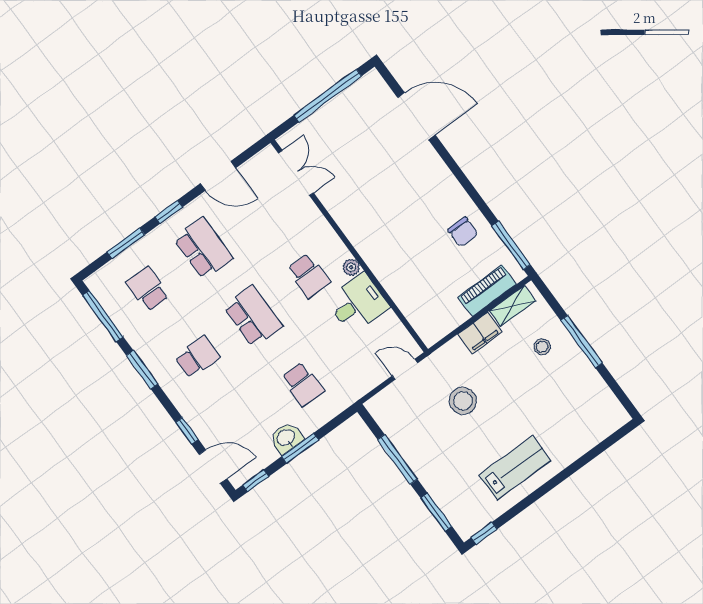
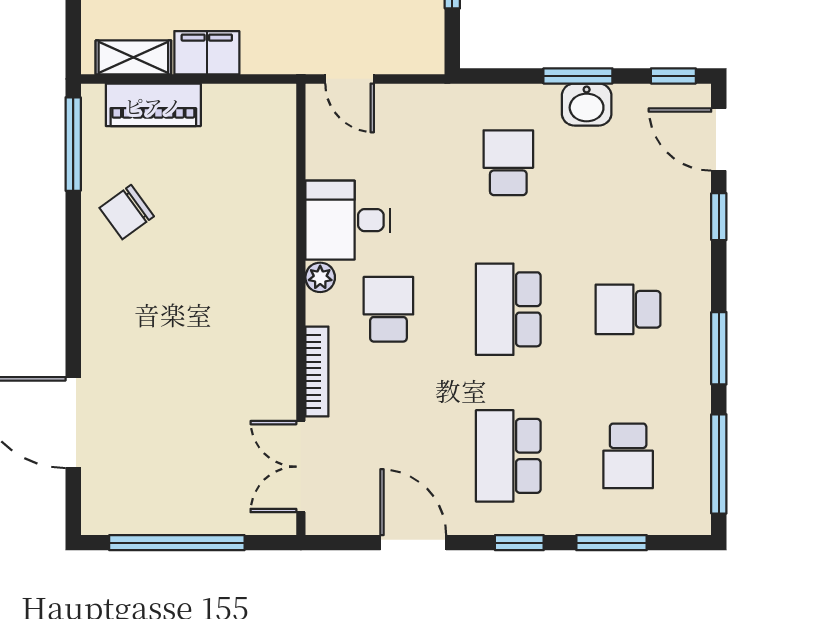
bookcase: (321, 223) -> (317, 372), added
chair: (463, 232) -> (127, 212), turned -126

